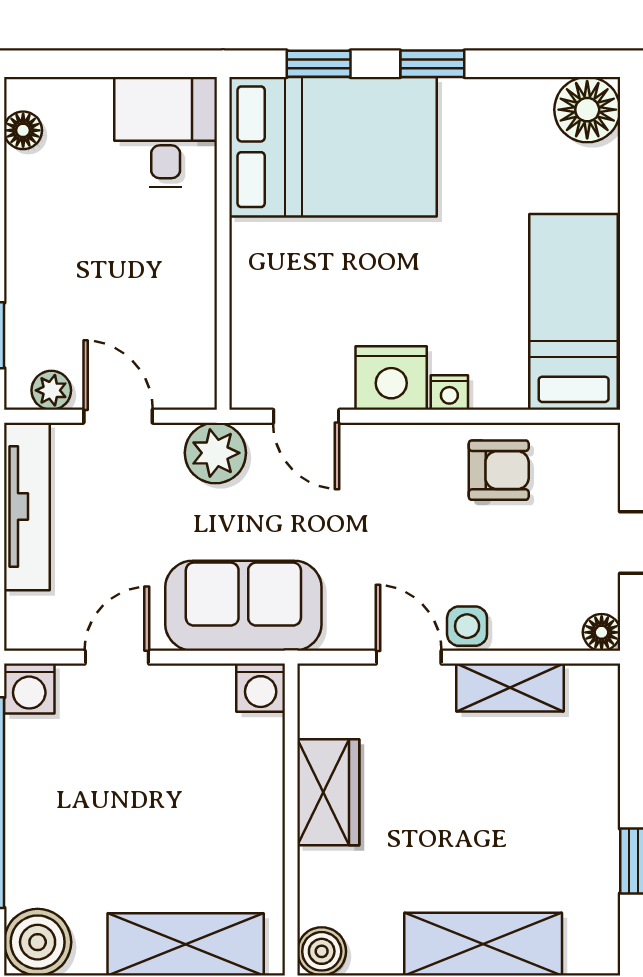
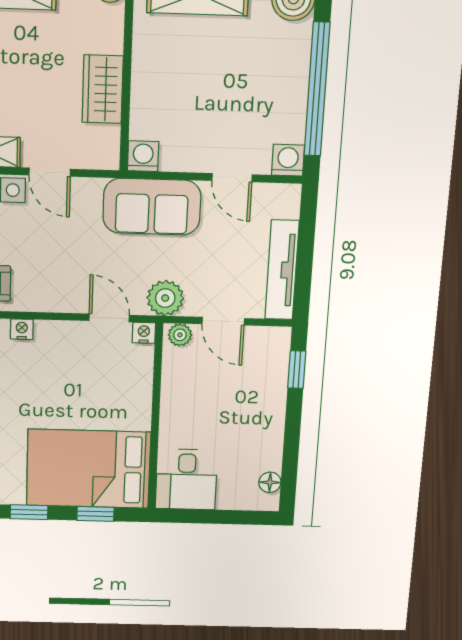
nightstand: (391, 378) -> (144, 333), moved, width x0.53, depth x0.56
plant: (51, 390) -> (180, 335), moved
door: (117, 657) -> (232, 178), hinge flipped

